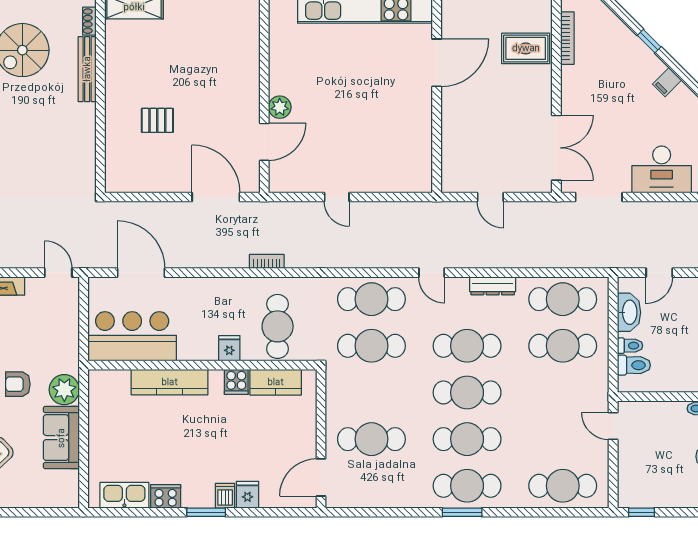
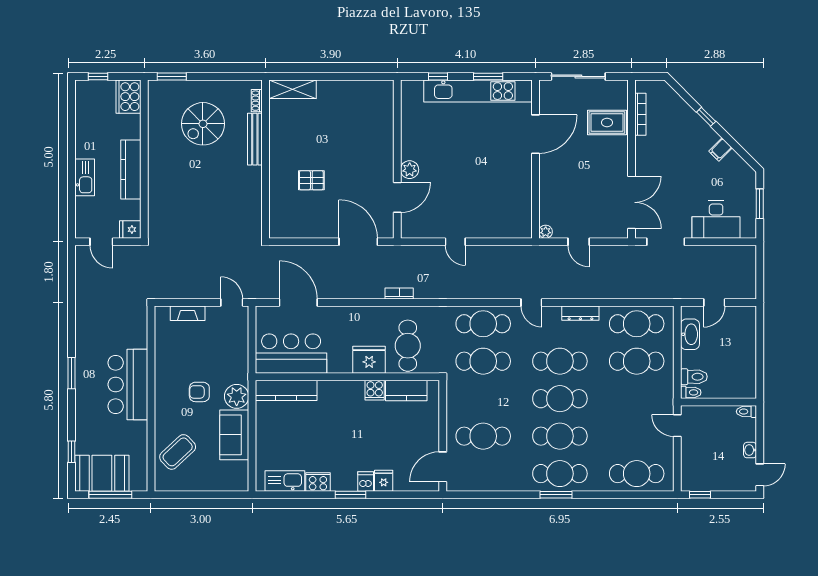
plant: (449, 184) -> (546, 232), added
toilet: (630, 346) -> (691, 392), moved
fridge: (229, 348) -> (369, 360), width x1.88, depth x1.34
kitchen counter: (170, 382) -> (286, 390), moved

